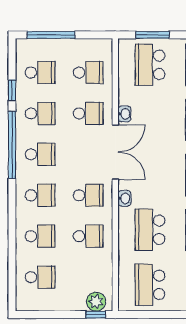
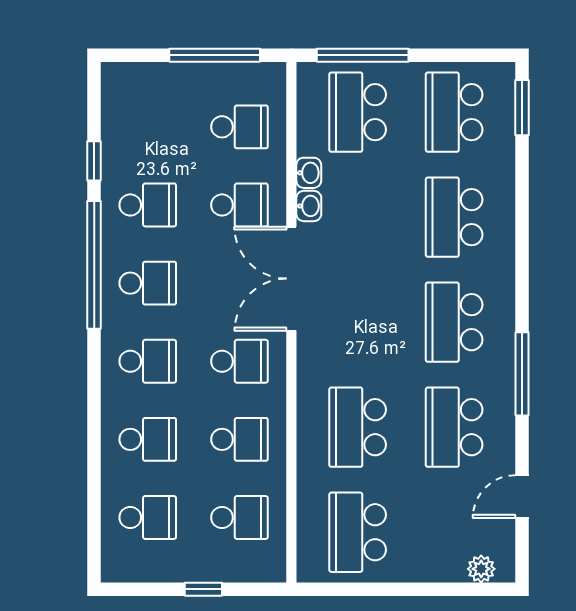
window: (51, 35) -> (215, 55), moved
window: (153, 35) -> (363, 55), width x1.44
school desk: (40, 72) -> (239, 517), moved
double door: (115, 152) -> (291, 279), swing flipped
washbasin: (124, 198) -> (309, 173), moved
plant: (96, 302) -> (255, 564), removed
window: (96, 315) -> (203, 589), moved

